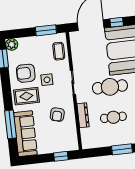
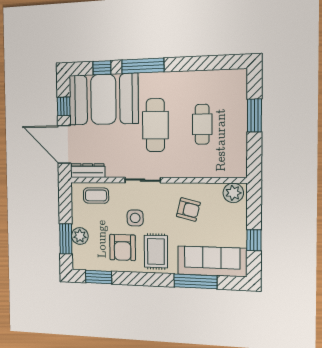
window: (46, 30) -> (66, 239), moved
plant: (12, 44) -> (80, 236), moved
dresser: (83, 115) -> (88, 171), moved
plant: (72, 142) -> (233, 193), added
window: (61, 156) -> (254, 240), moved

